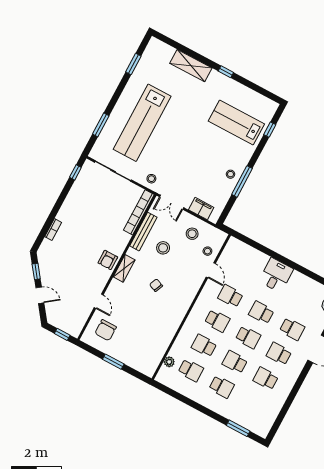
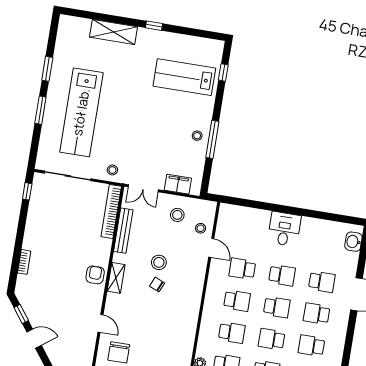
window: (133, 64) -> (47, 69), moved
window: (101, 125) -> (40, 110), moved
stool: (163, 248) -> (159, 262), moved
armchair: (108, 260) -> (95, 275), turned 180
school desk: (261, 312) -> (282, 275), turned 180
school desk: (204, 346) -> (232, 333), turned 180

